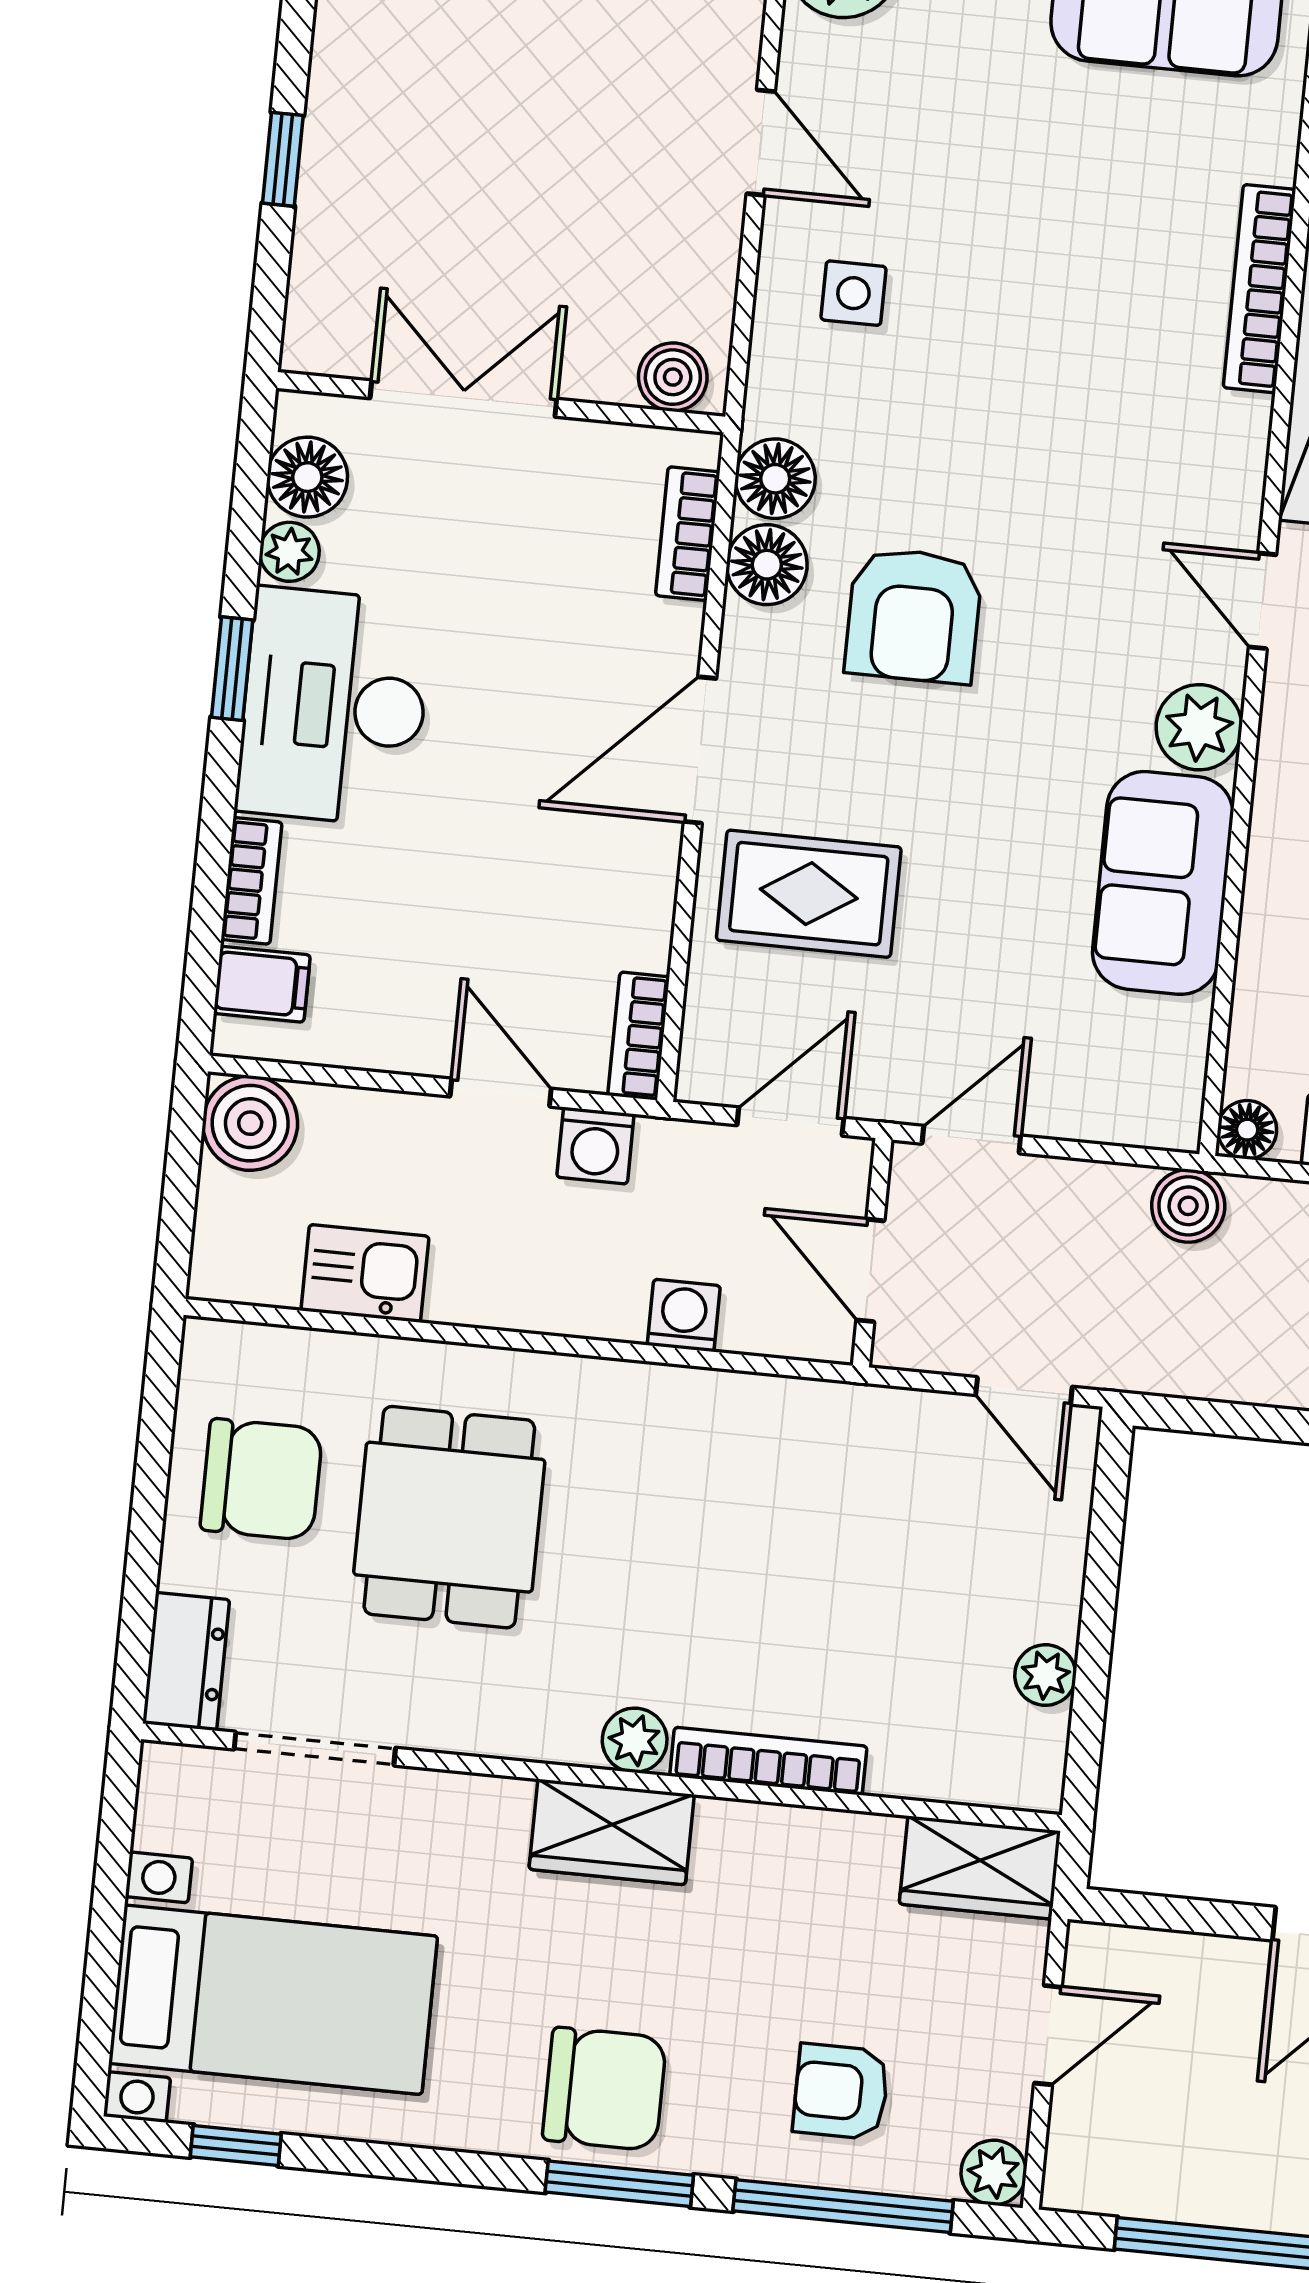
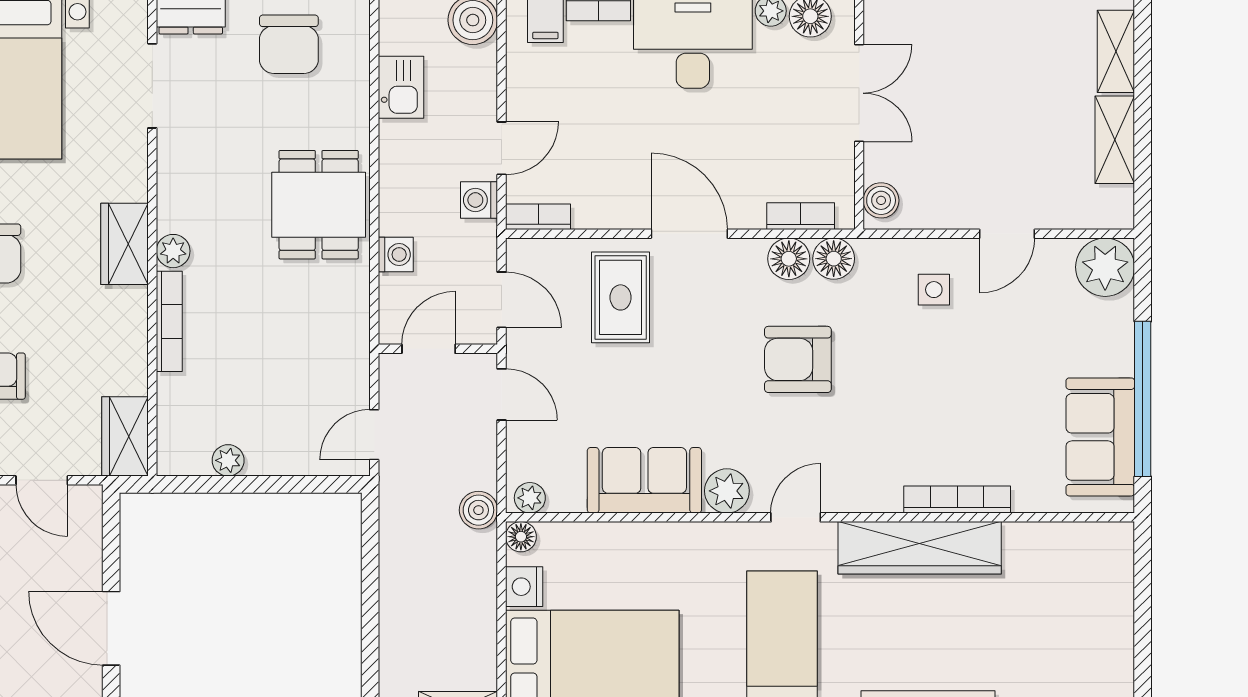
armchair: (914, 616) -> (798, 359), moved
plant: (1175, 1105) -> (530, 498), added
dining table: (449, 1517) -> (319, 205), moved, turned 90

